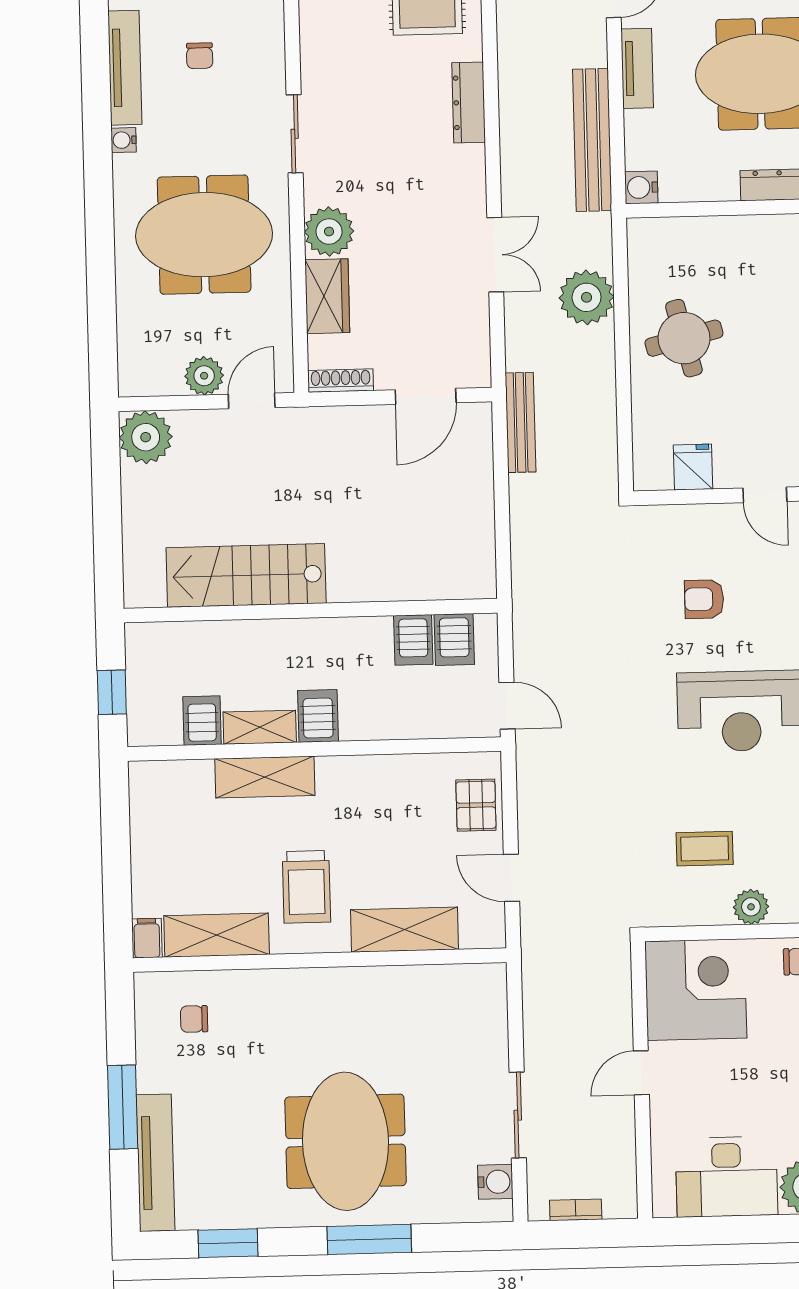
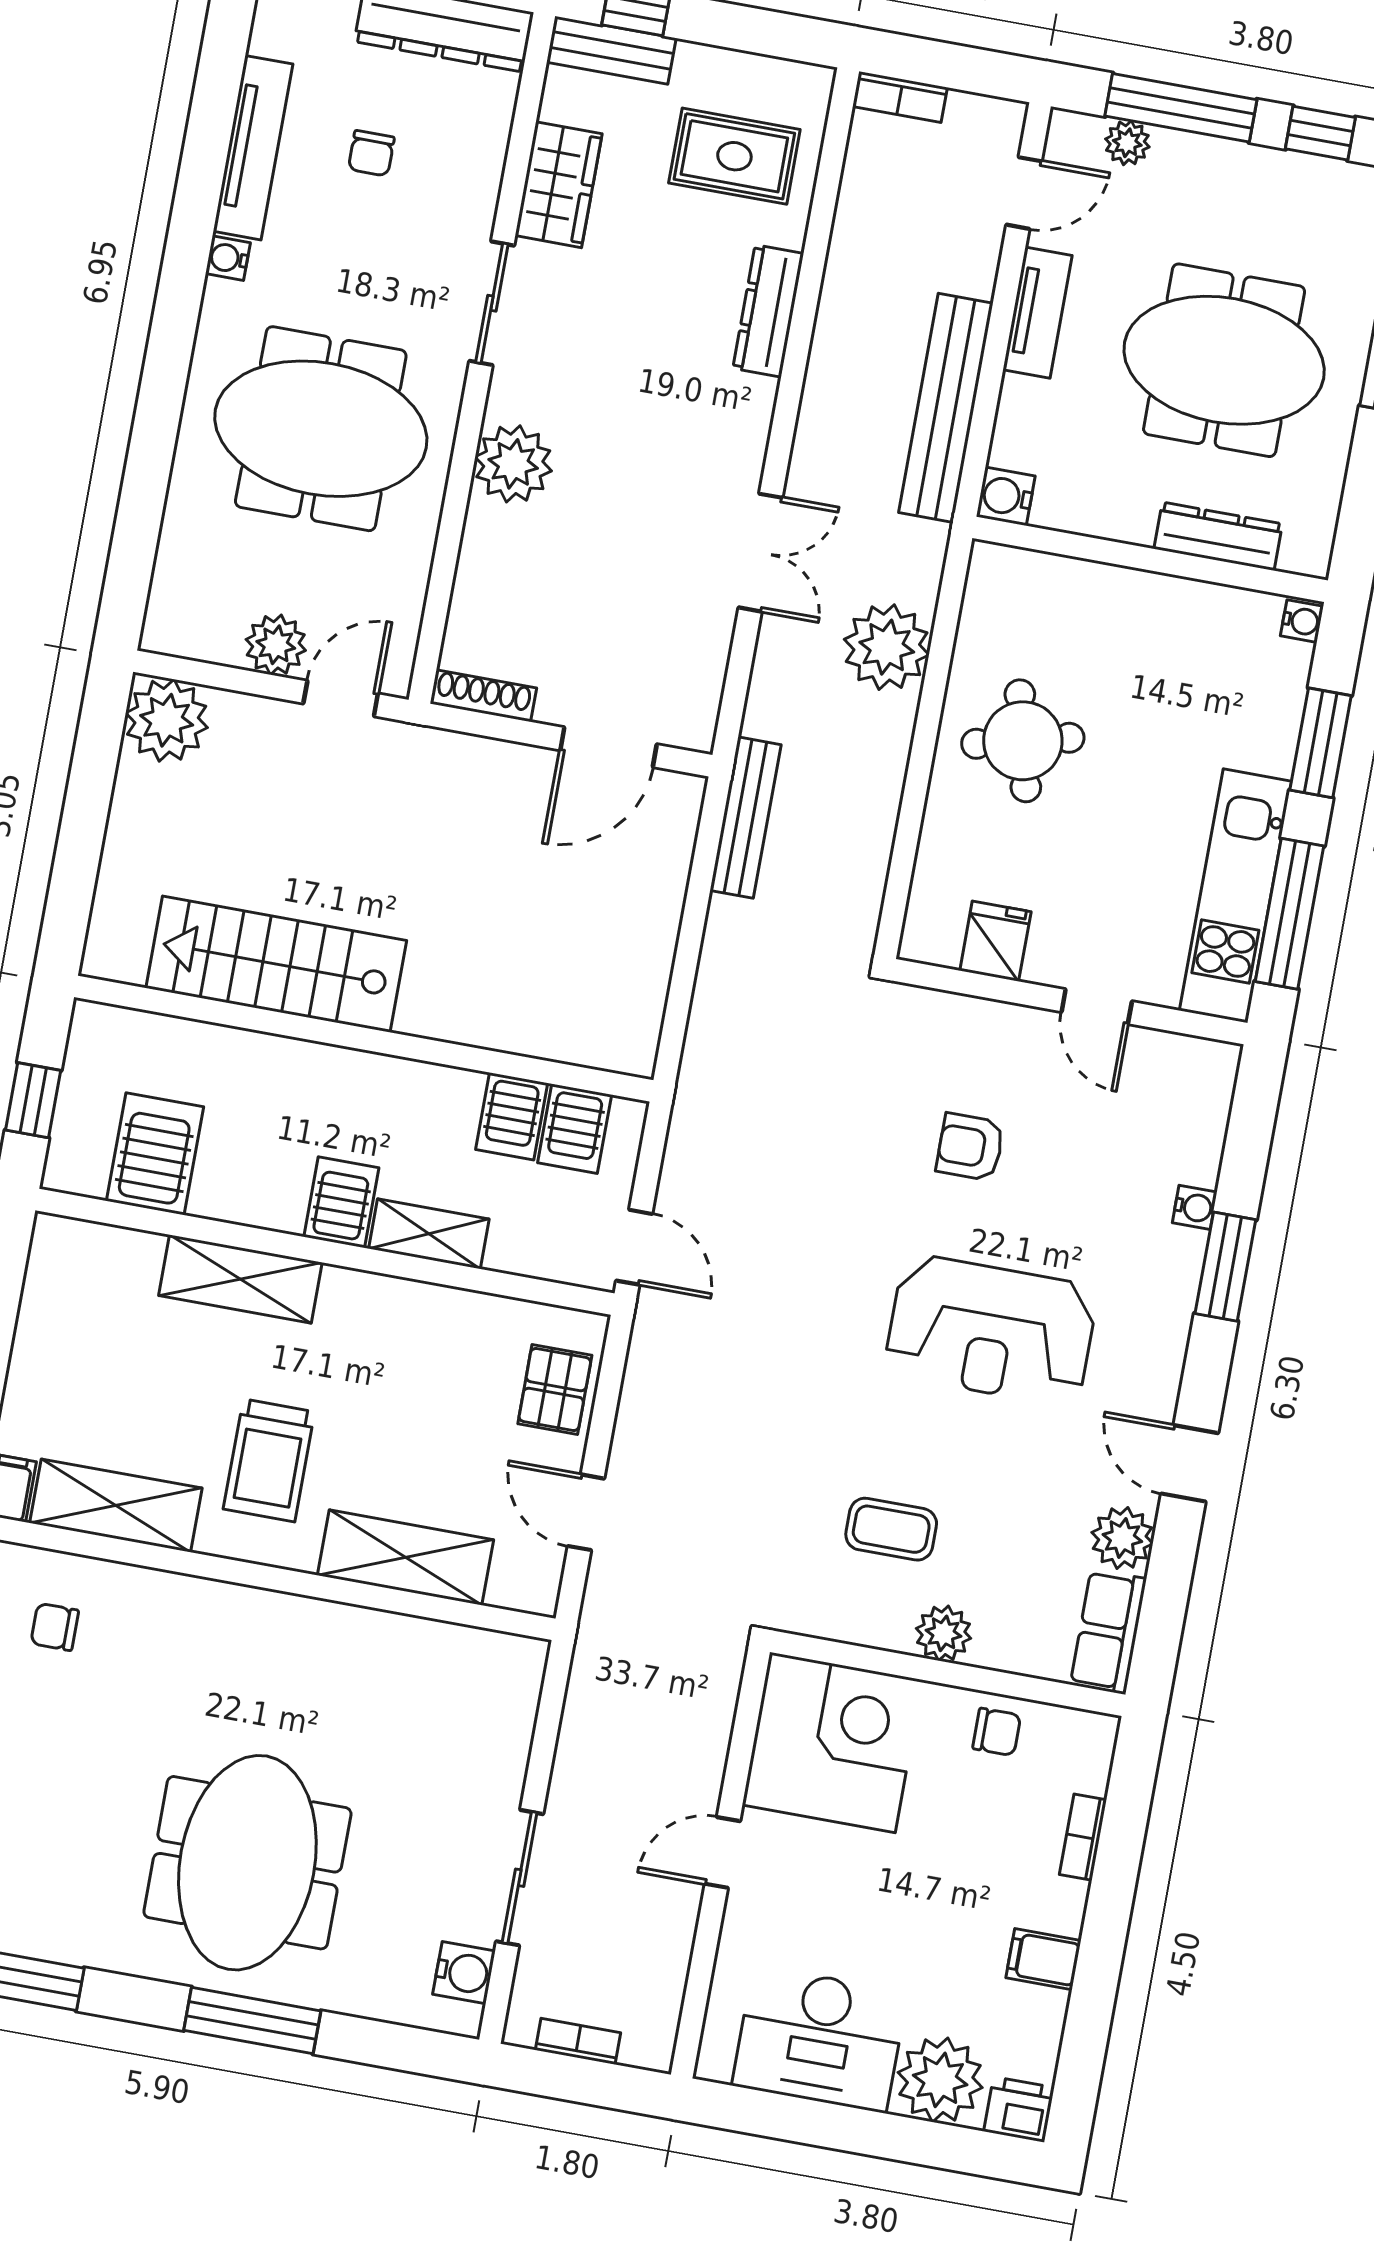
wardrobe: (327, 296) -> (559, 185), moved
server rack: (202, 721) -> (155, 1154), width x1.36, depth x1.44
shelving: (260, 727) -> (429, 1234), moved

